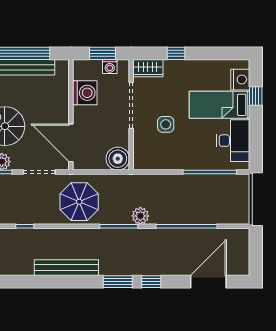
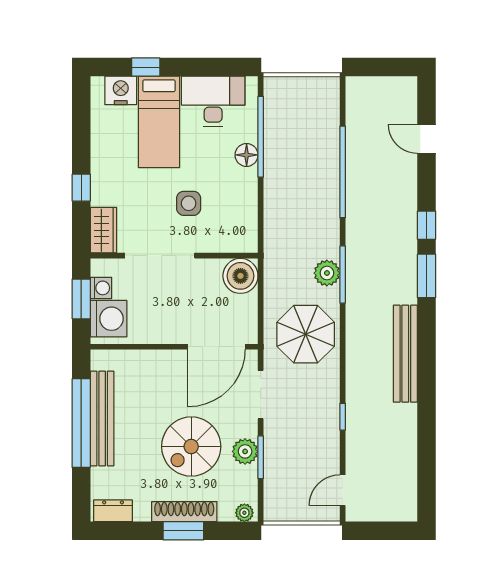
washing machine: (85, 93) -> (109, 319), moved, turned 90
floor lamp: (198, 163) -> (247, 155), added
plant: (140, 216) -> (327, 273), moved
door: (208, 282) -> (427, 139), width x0.53

